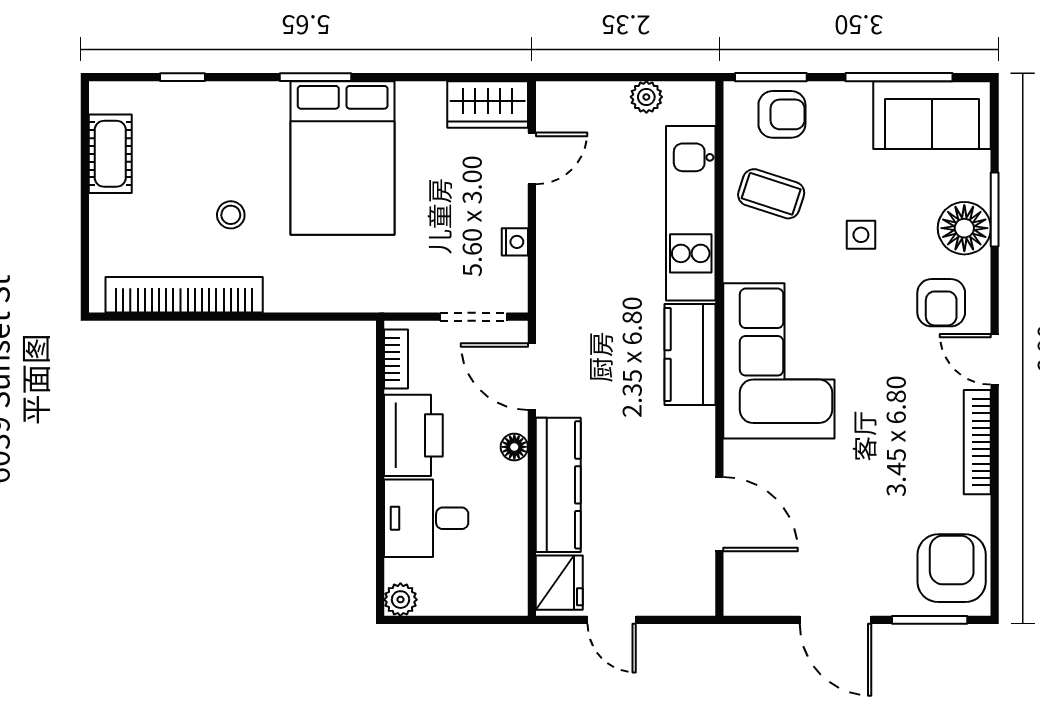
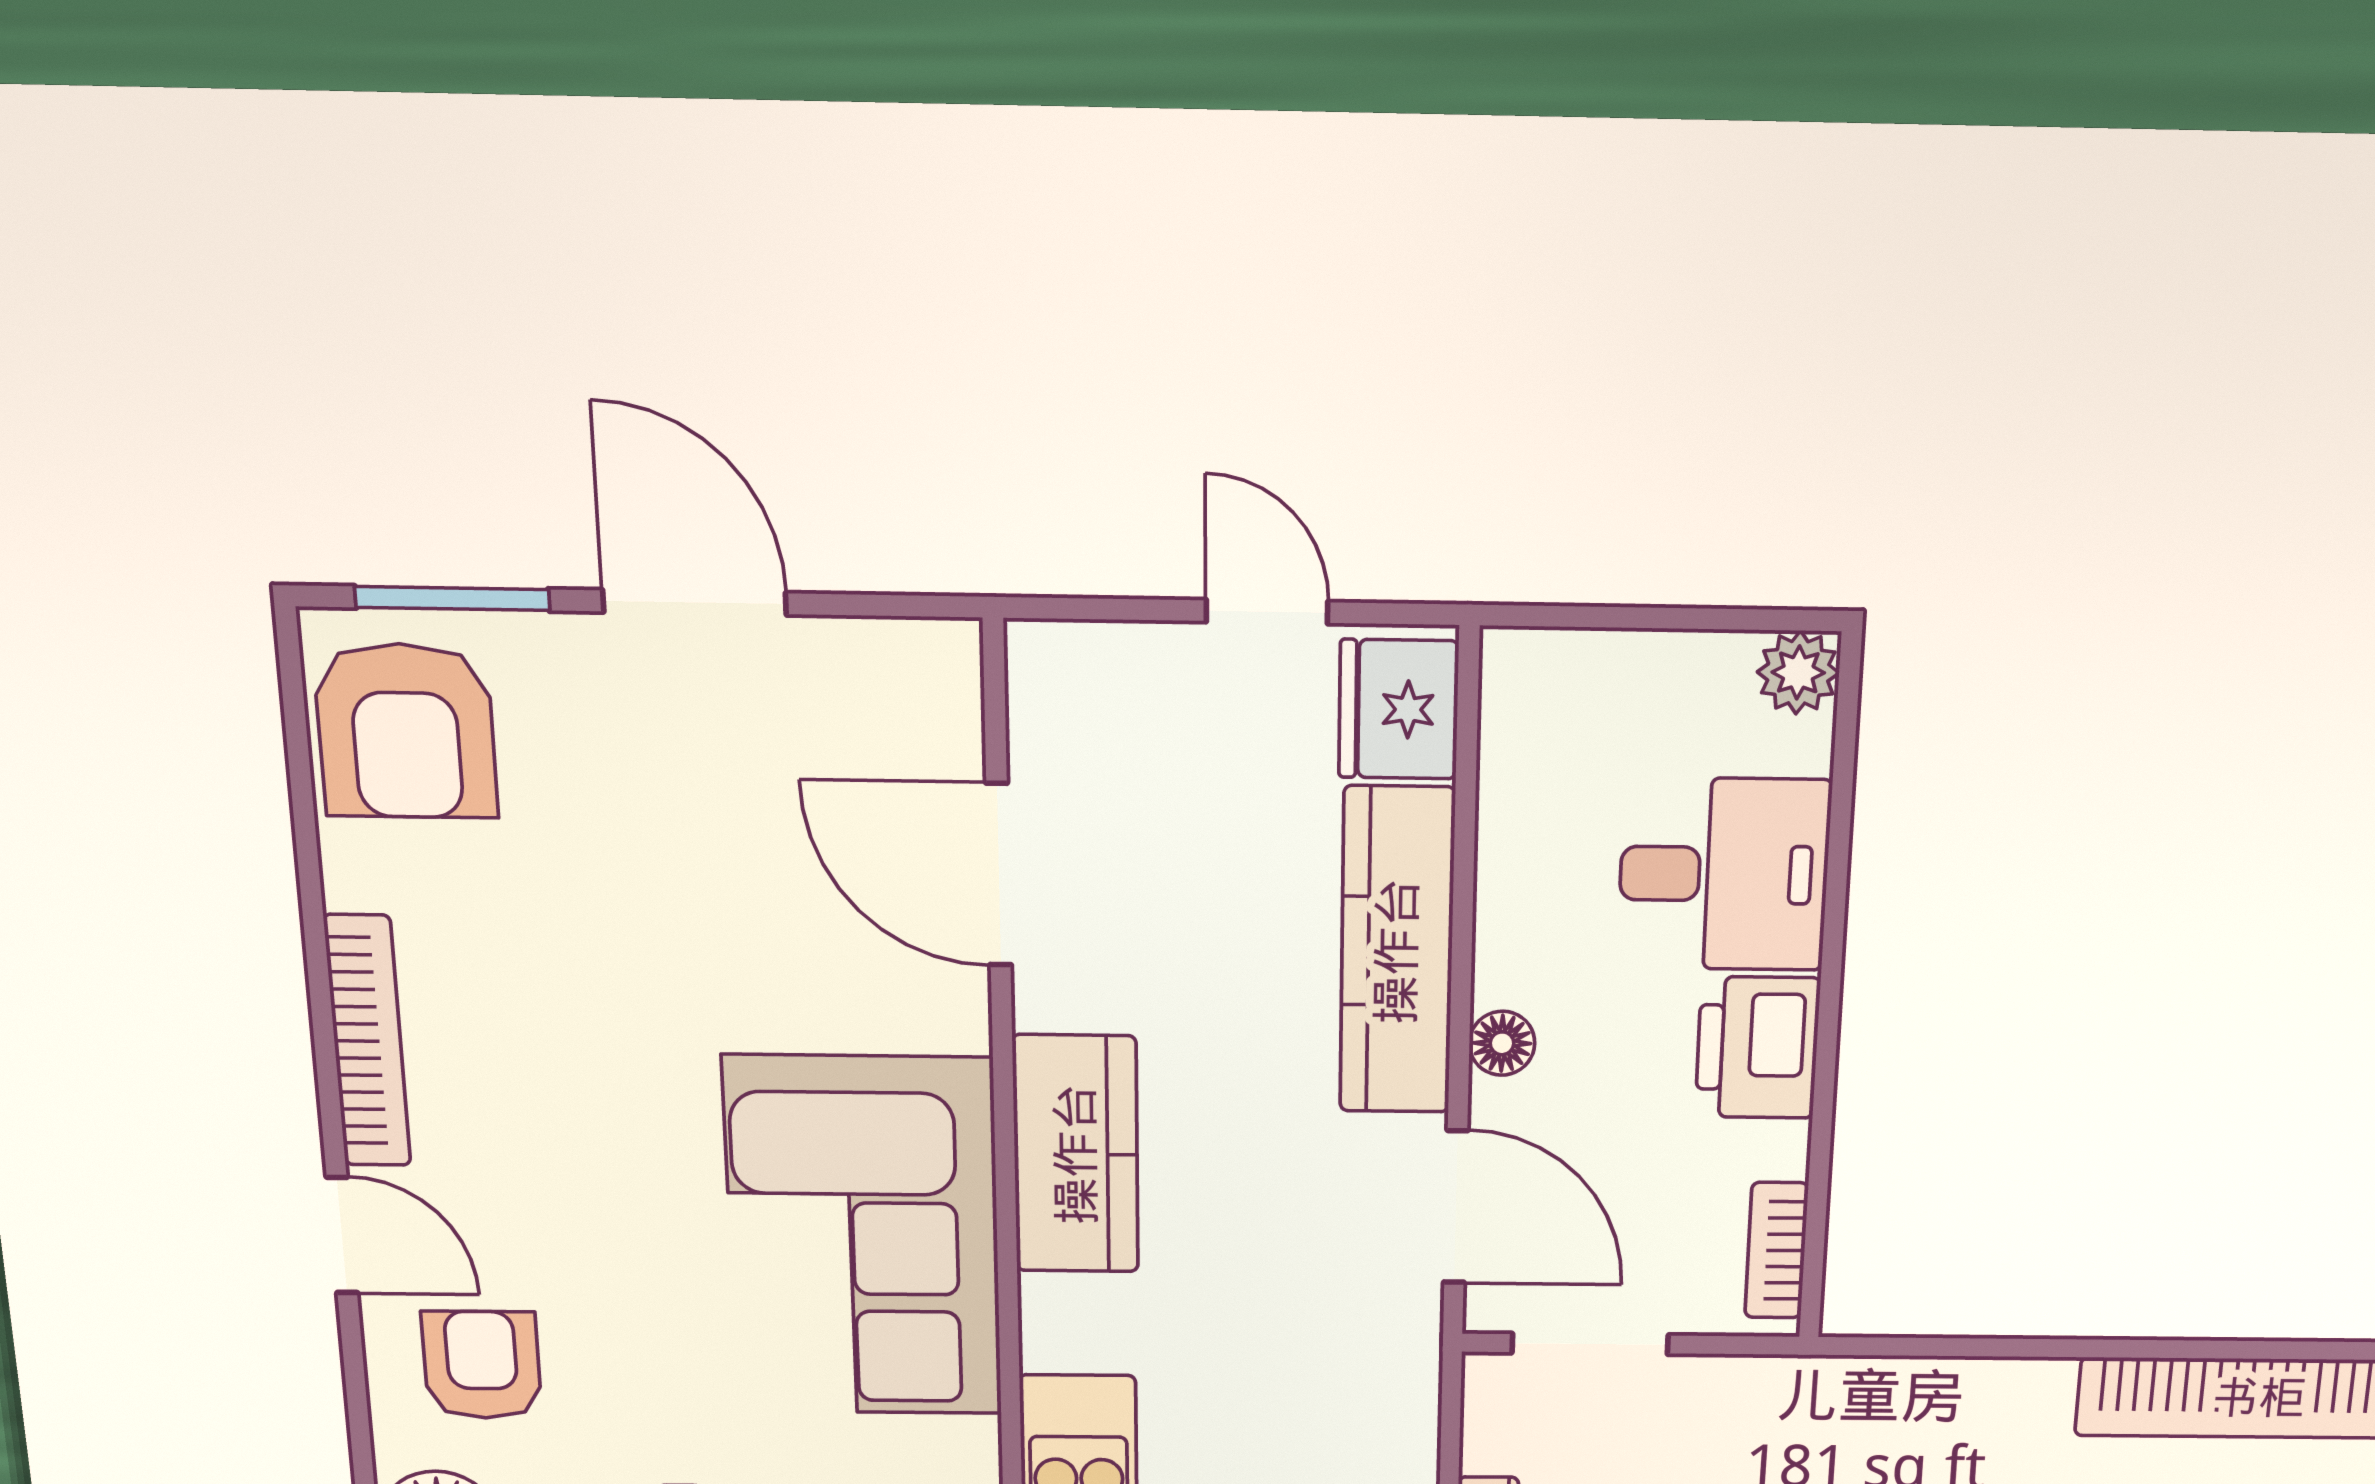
kitchen counter: (690, 354) -> (1076, 1154), moved
printer: (413, 435) -> (1758, 1048), width x0.73, depth x0.84

